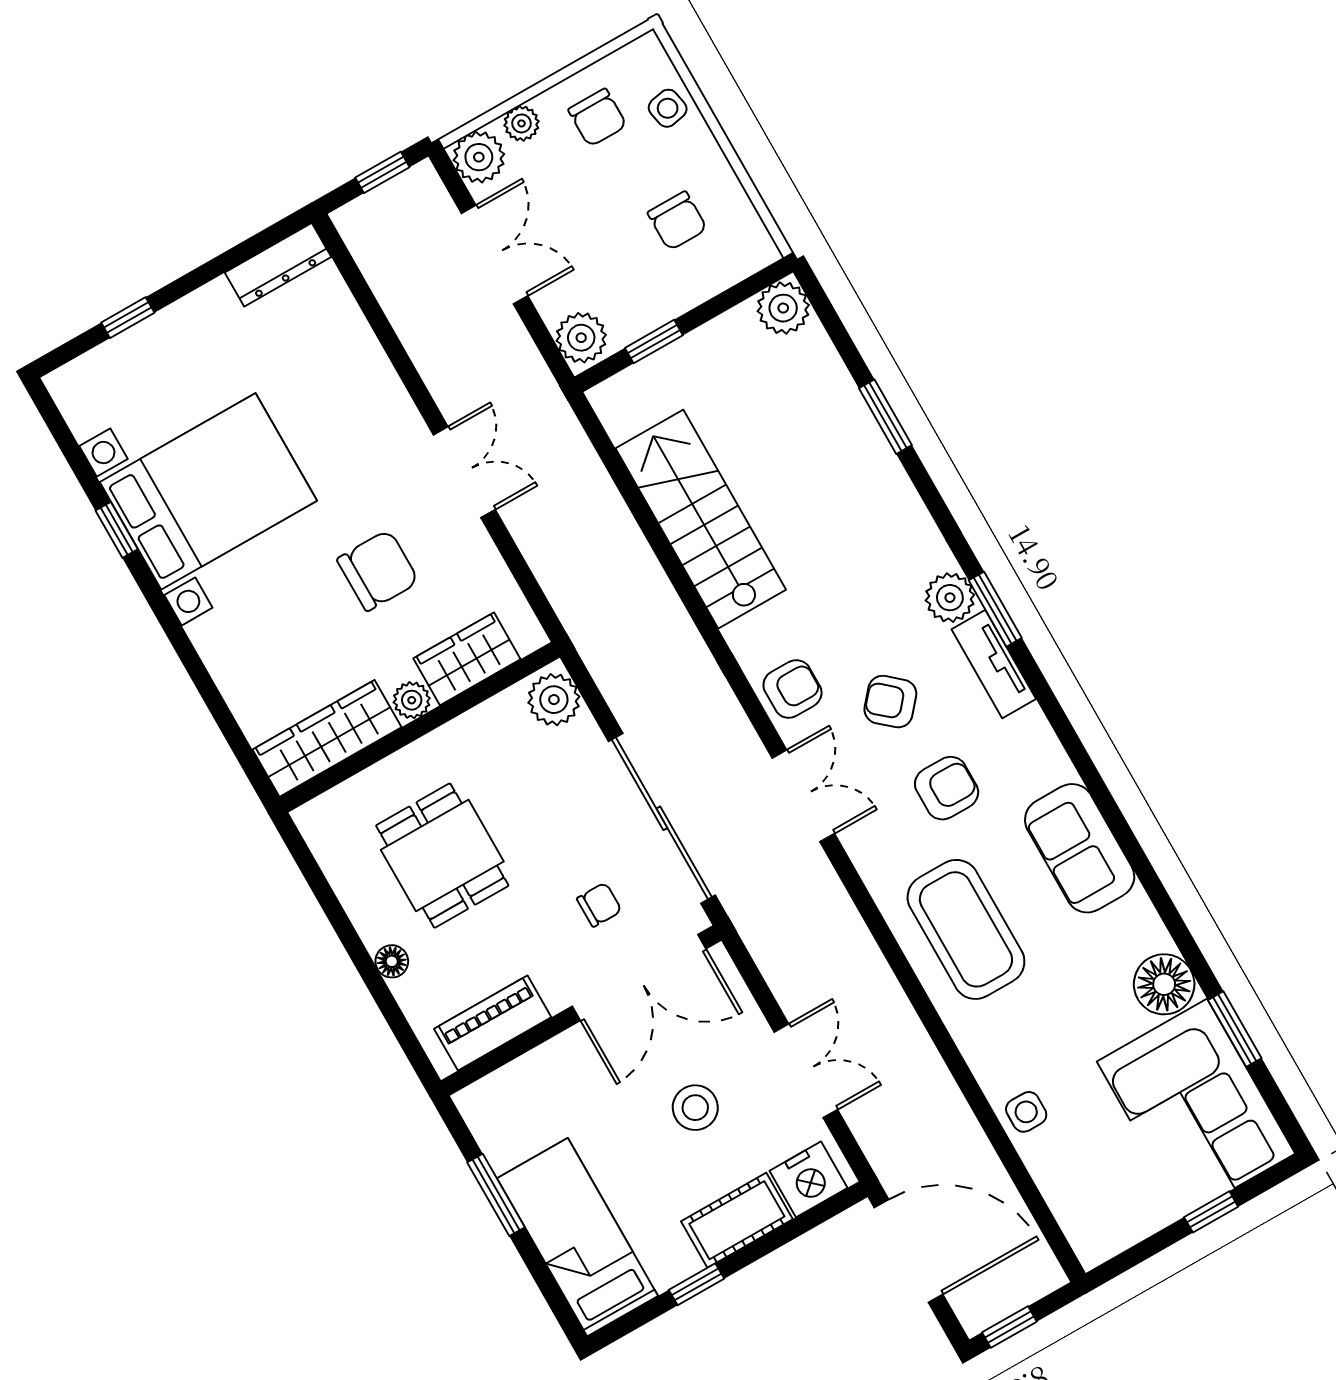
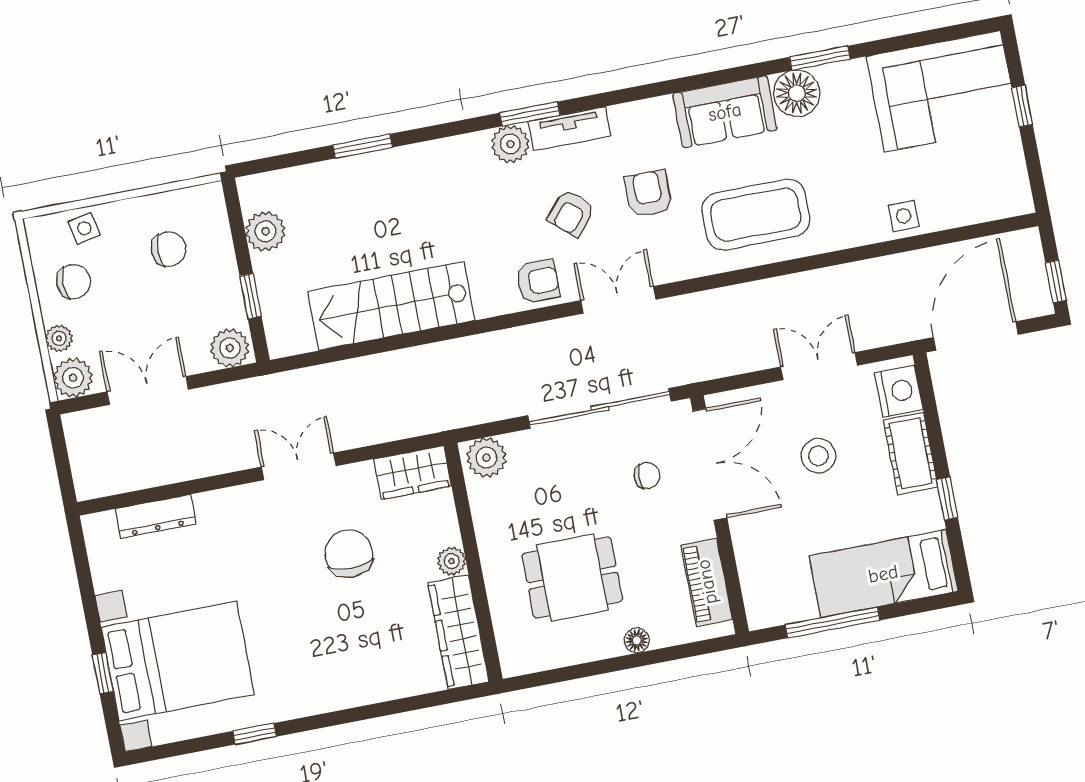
window: (382, 172) -> (60, 452), removed
dresser: (278, 265) -> (156, 516), moved, turned 90
plant: (783, 308) -> (265, 231), moved
bed with nightstands: (208, 491) -> (178, 661), moved, turned 90
wardrobe: (467, 659) -> (413, 473), moved, turned -90
armchair: (792, 689) -> (538, 281), turned 90
chair: (599, 905) -> (647, 475), turned 90
floor lamp: (1164, 984) -> (797, 93), moved
window: (1235, 1029) -> (820, 58), moved
window: (496, 1195) -> (833, 622), width x1.44

